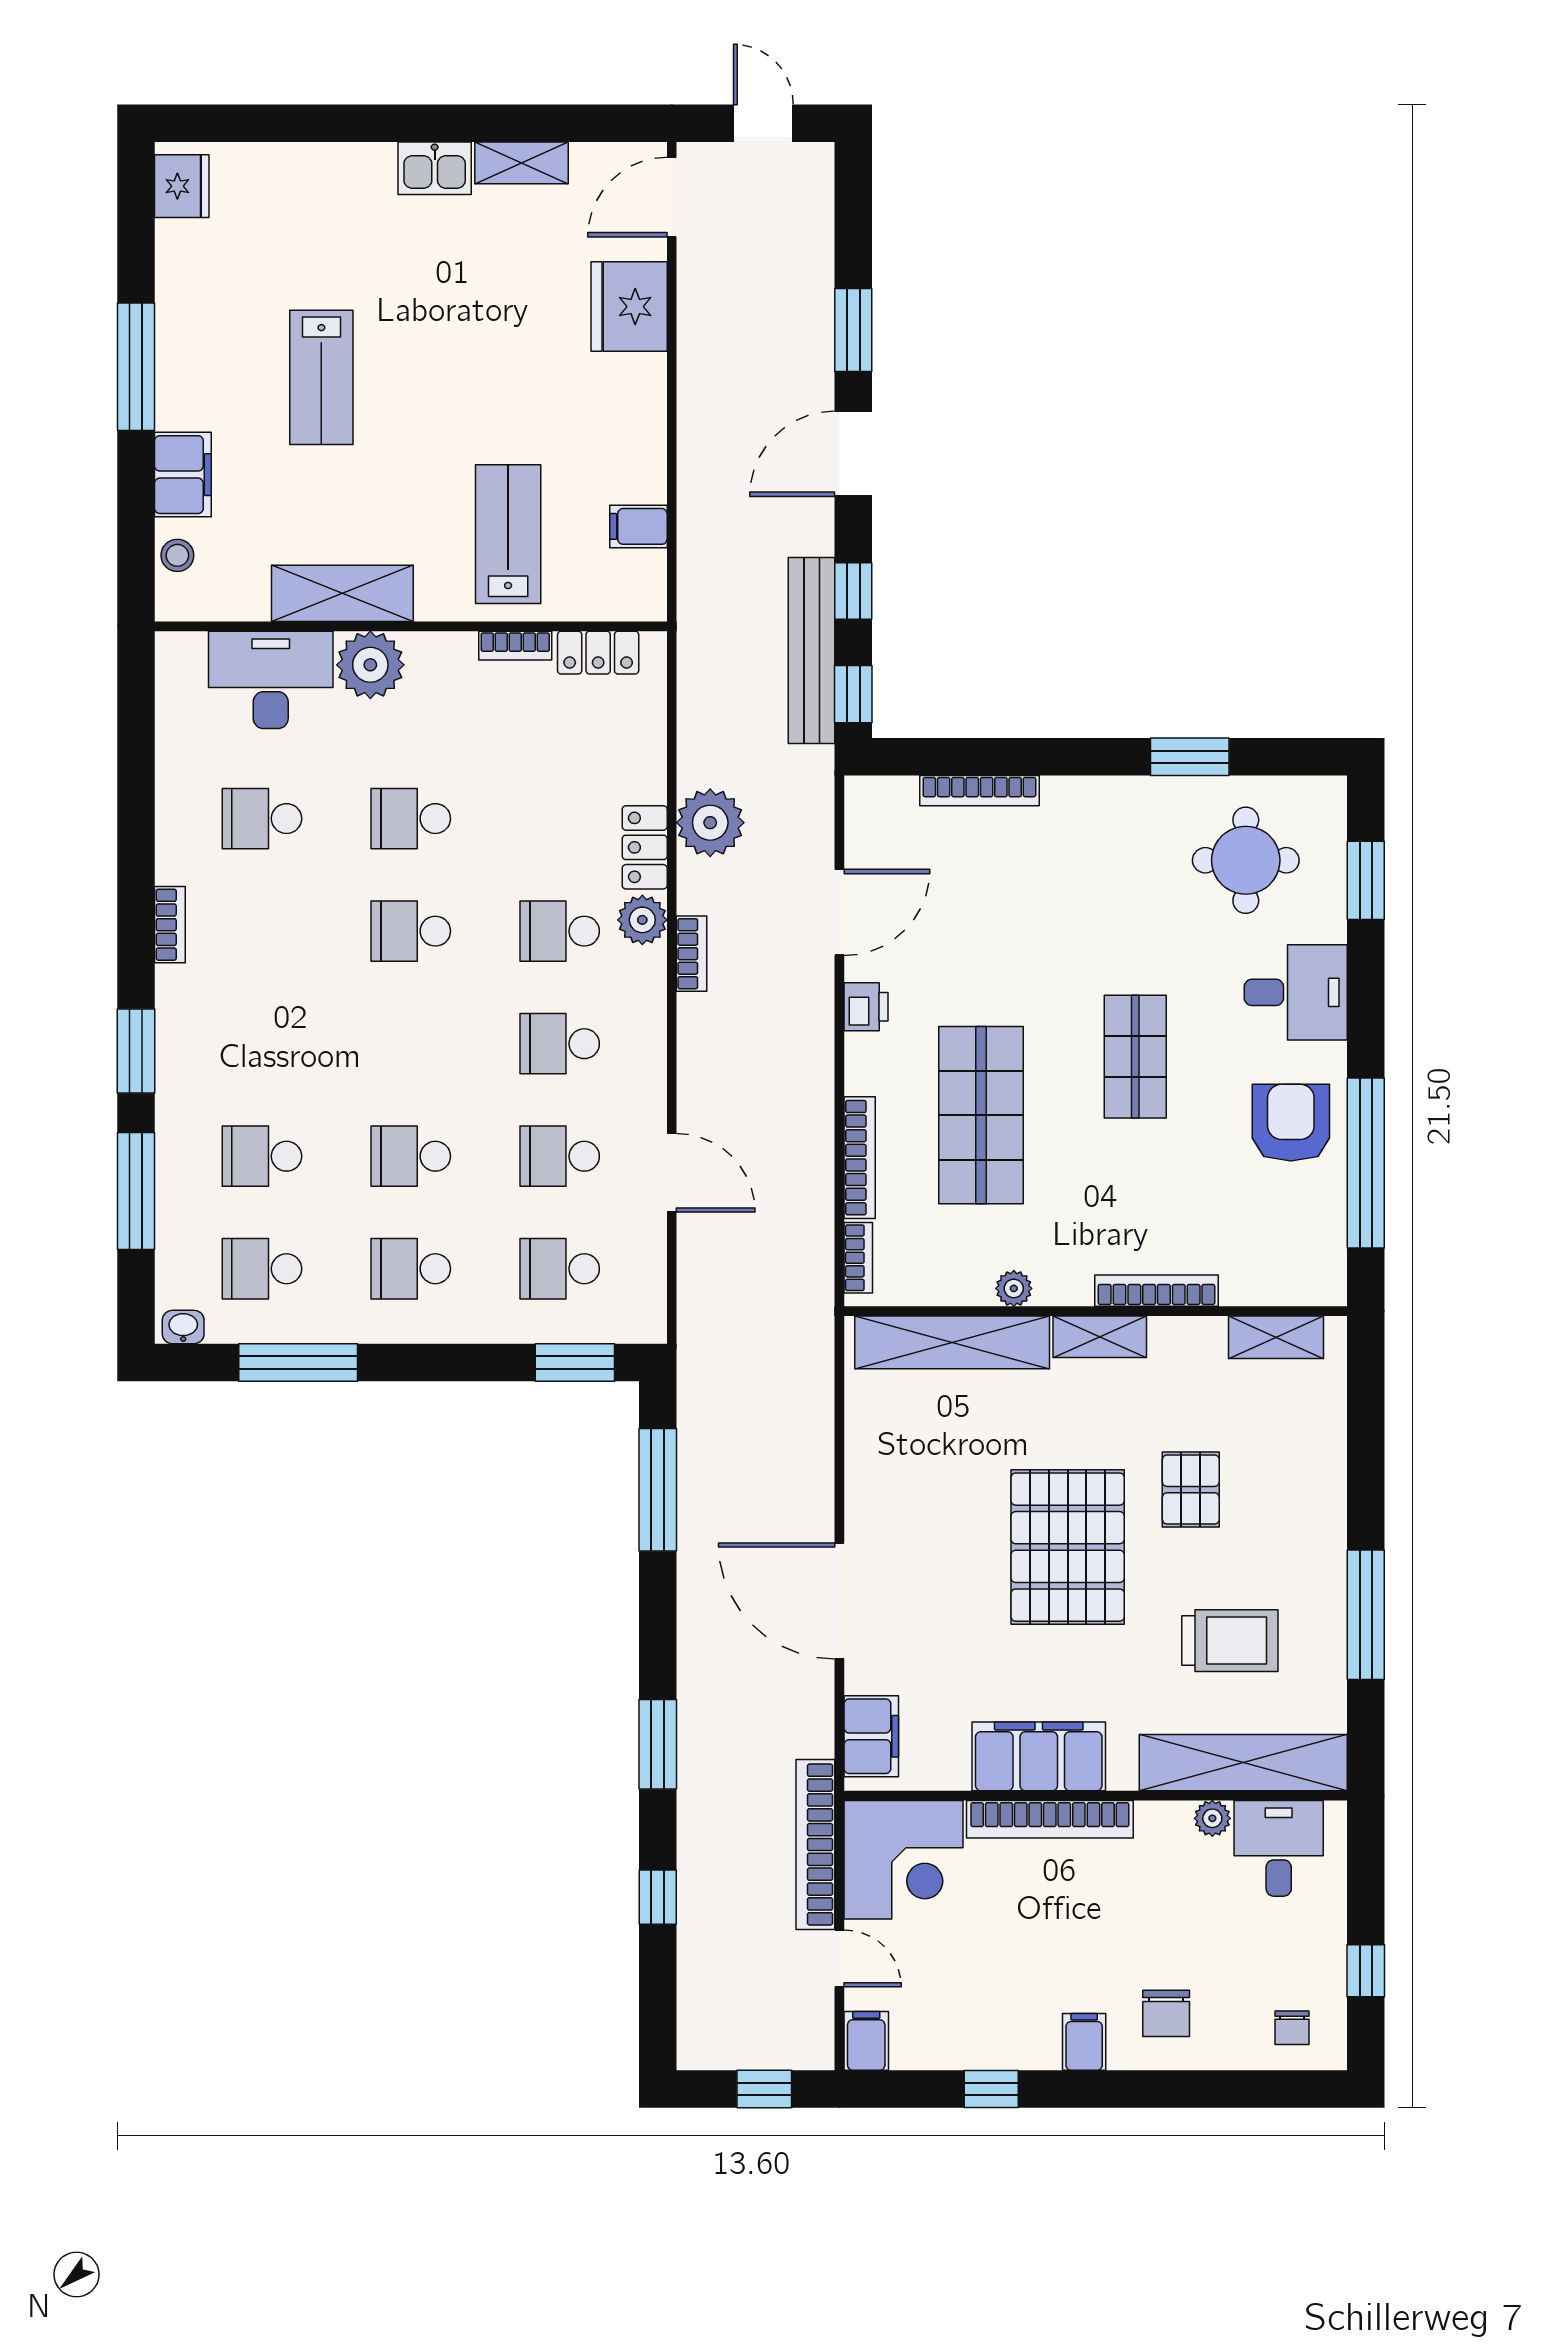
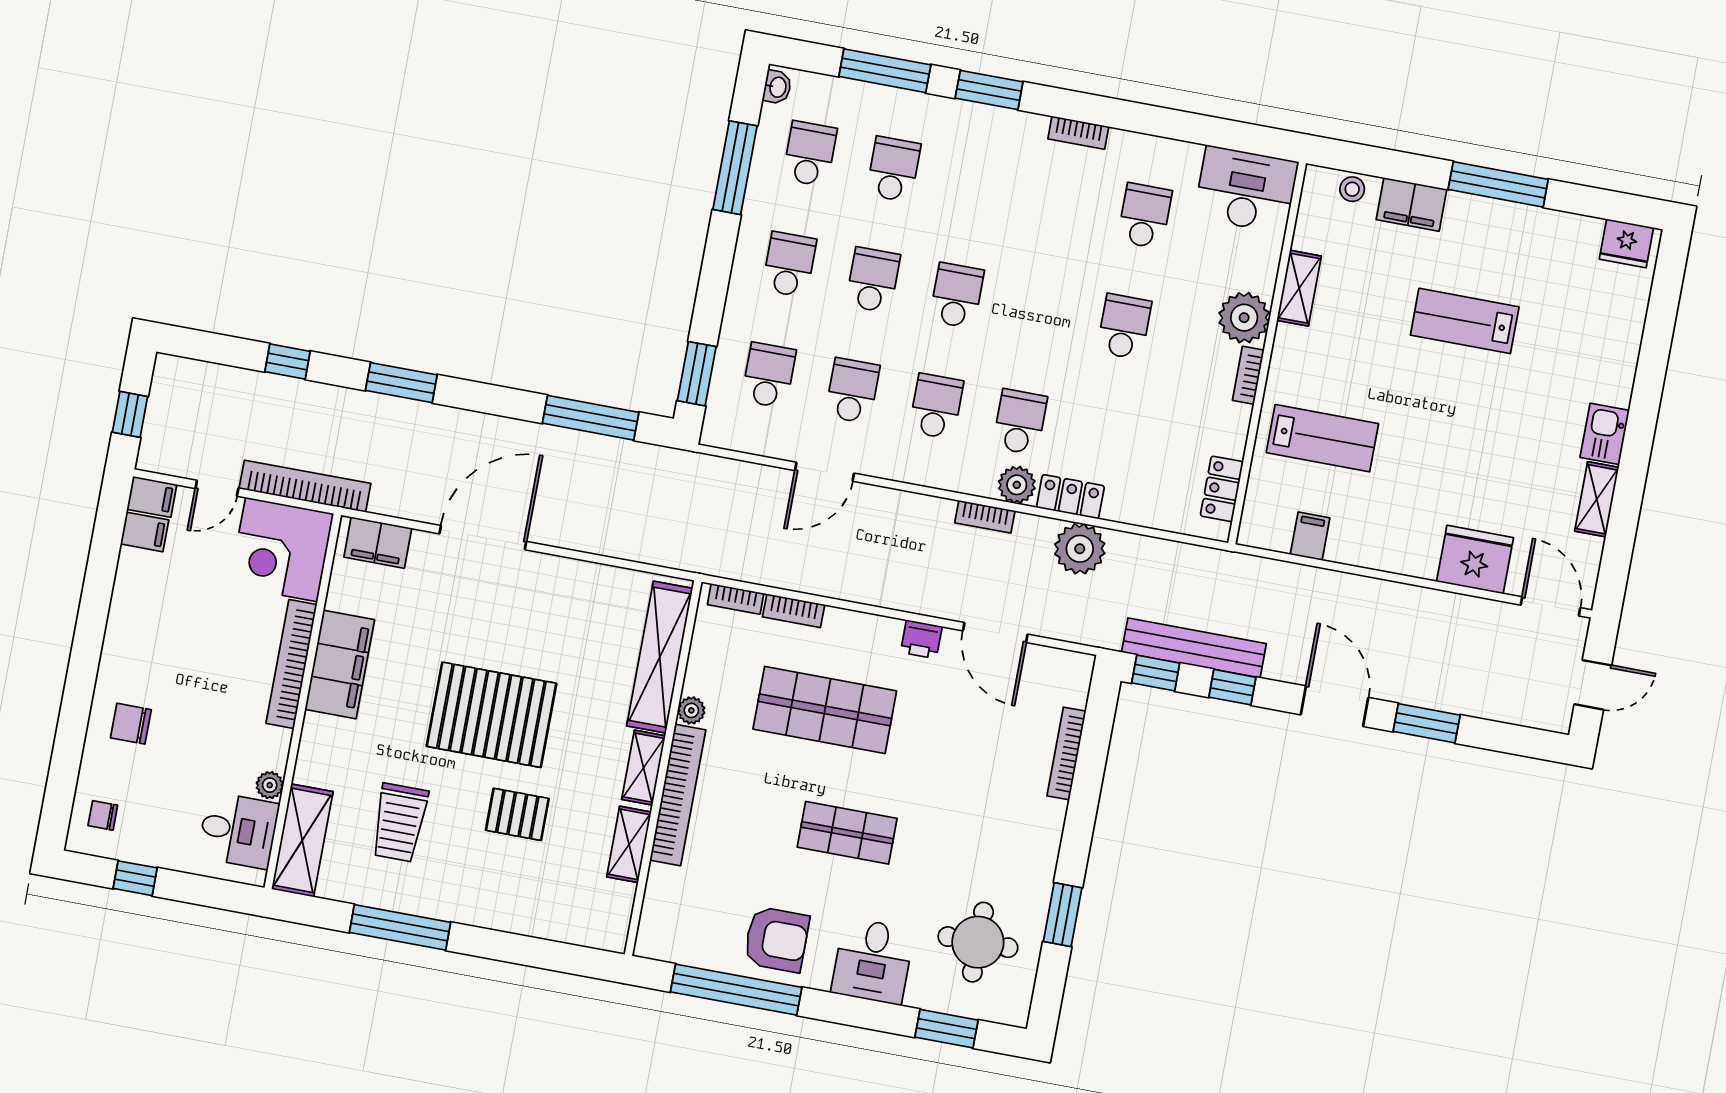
shelving: (342, 593) -> (1299, 288), width x0.67, depth x0.75
bookcase: (515, 646) -> (1248, 375), moved
desk: (271, 680) -> (1246, 190), moved, turned -90
school desk: (411, 931) -> (957, 296), moved
bookcase: (860, 1158) -> (794, 611), width x0.64
bookcase: (1157, 1291) -> (678, 795), width x1.48, depth x1.31
shelving: (1276, 1337) -> (629, 844), moved
shelving: (1243, 1763) -> (302, 840), width x0.68
filing cabinet: (1084, 2042) -> (145, 532), moved
window: (991, 2089) -> (99, 583), removed

